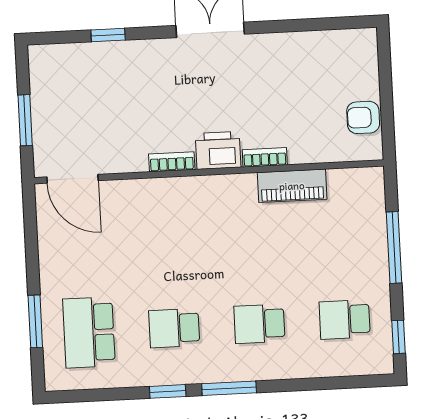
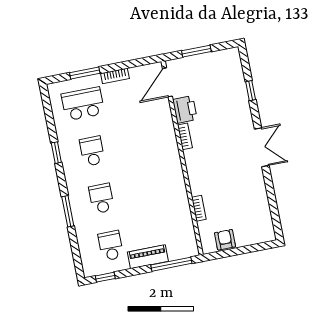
printer: (218, 150) -> (185, 109), moved
bookcase: (265, 157) -> (199, 208), moved
piano: (292, 186) -> (148, 257), moved, turned 90
window: (394, 248) -> (171, 264), moved
bookcase: (48, 269) -> (115, 76), added
window: (229, 388) -> (68, 211), moved

